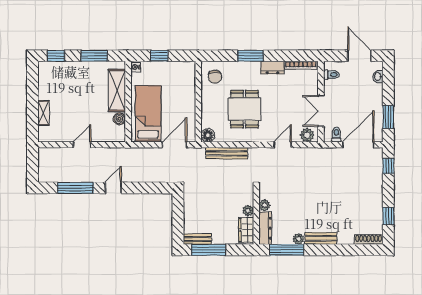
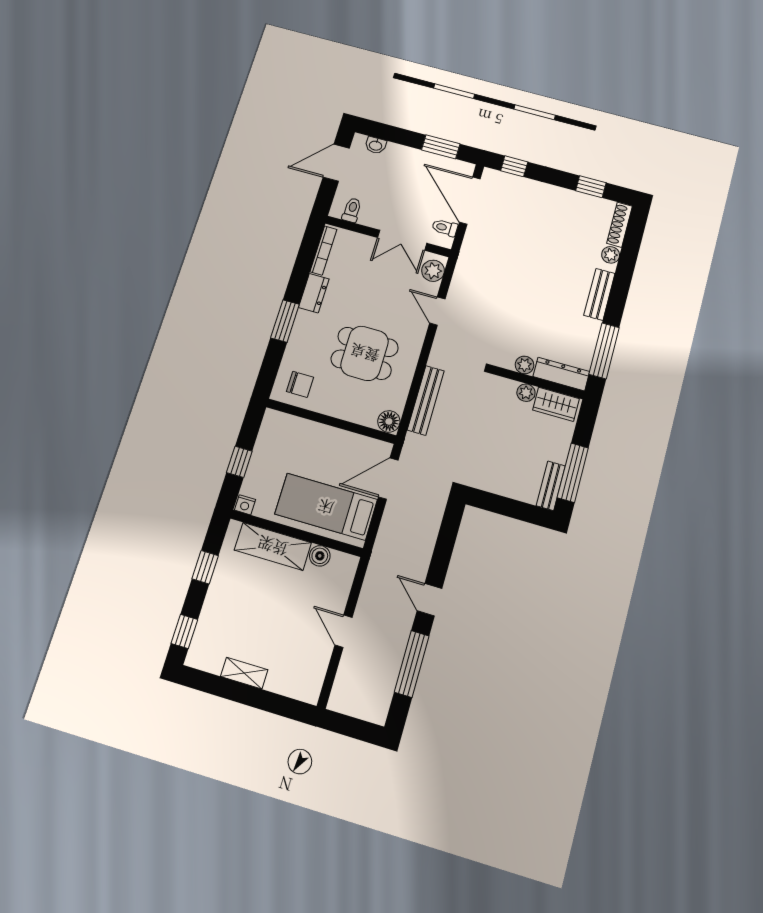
window: (94, 56) -> (205, 567), width x0.67
shelving: (43, 113) -> (244, 673), moved
door: (175, 145) -> (388, 478), hinge flipped
plant: (298, 239) -> (611, 255), moved

